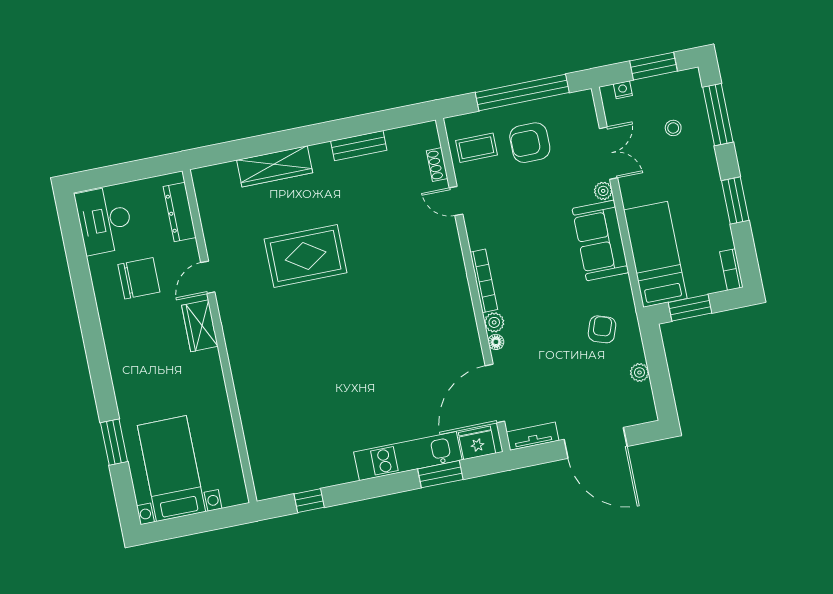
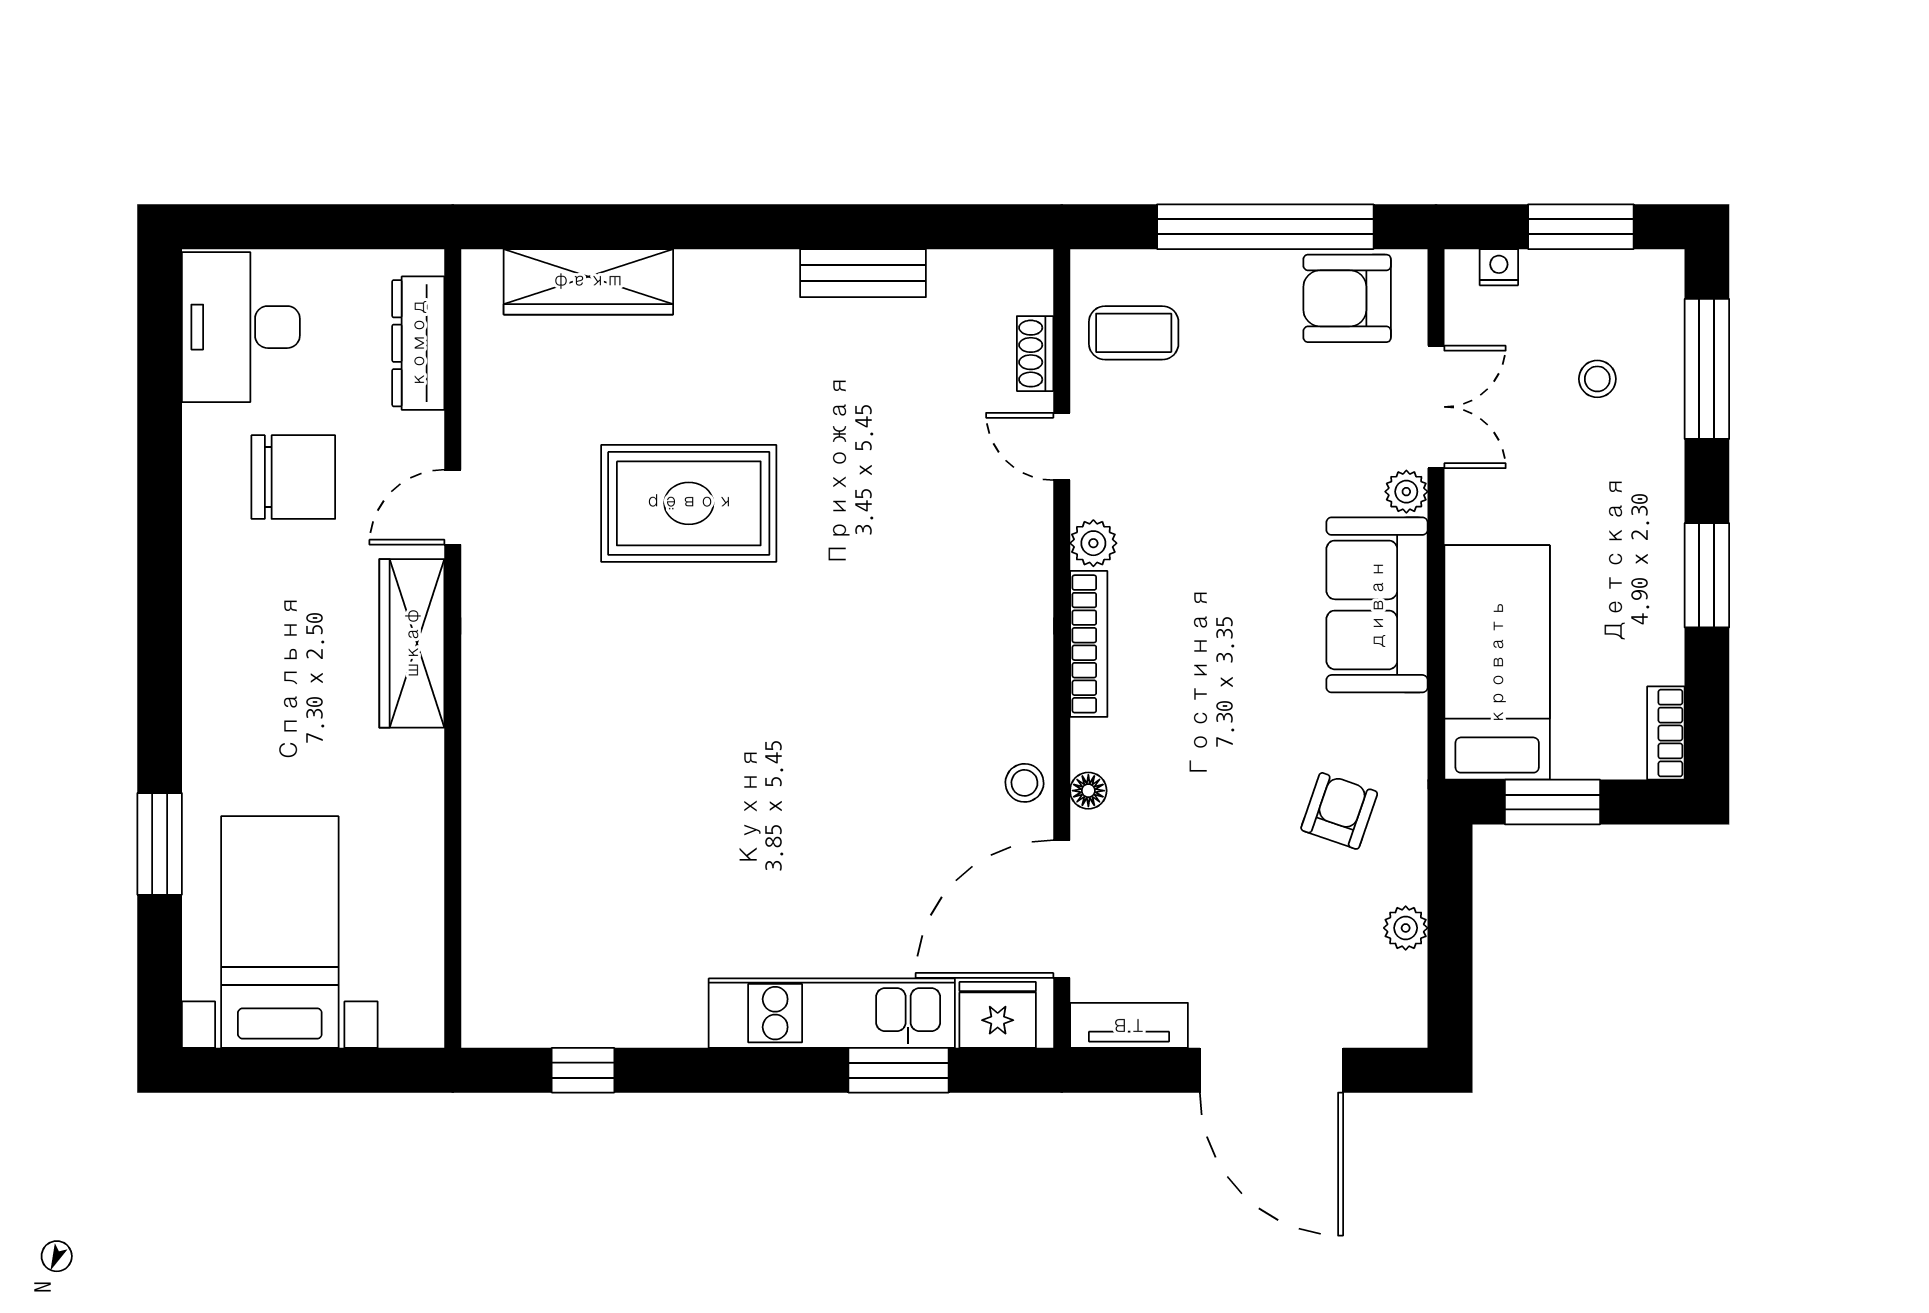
armchair: (530, 143) -> (1347, 298), moved
wardrobe: (275, 166) -> (588, 282), moved
plant: (494, 322) -> (1093, 543), moved
wardrobe: (200, 326) -> (412, 643), width x1.50
stool: (469, 344) -> (1024, 783), added

